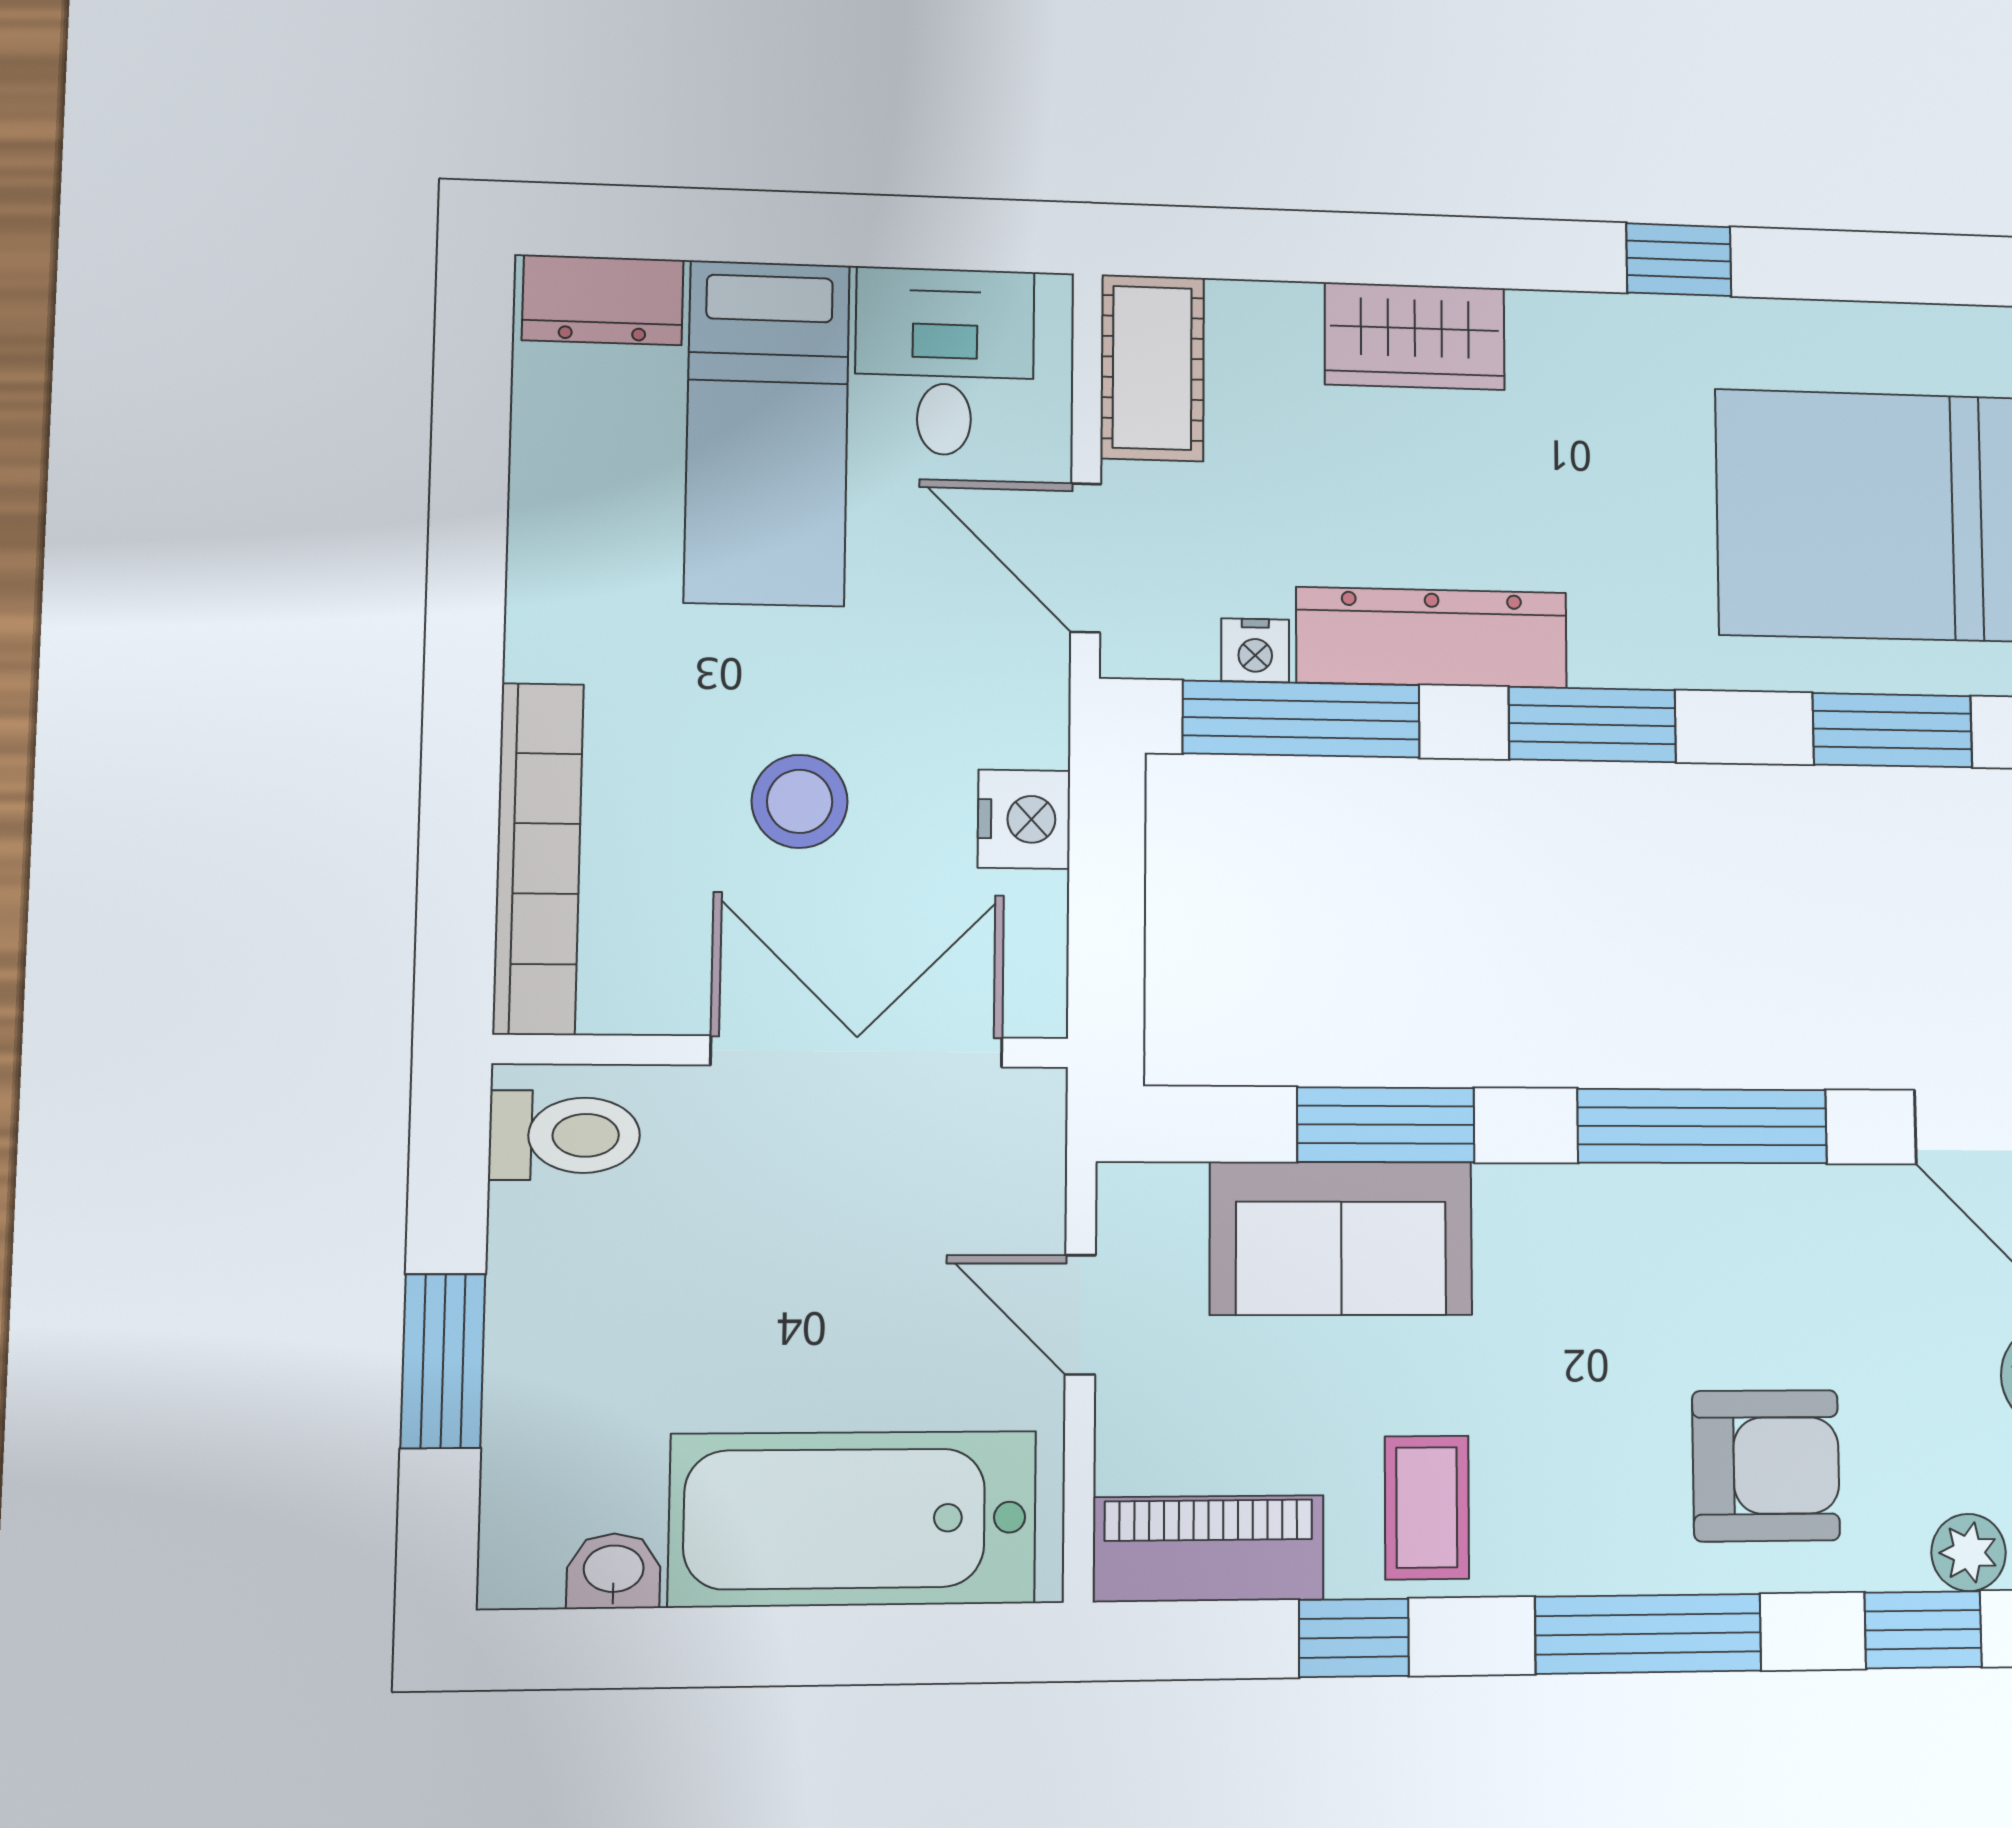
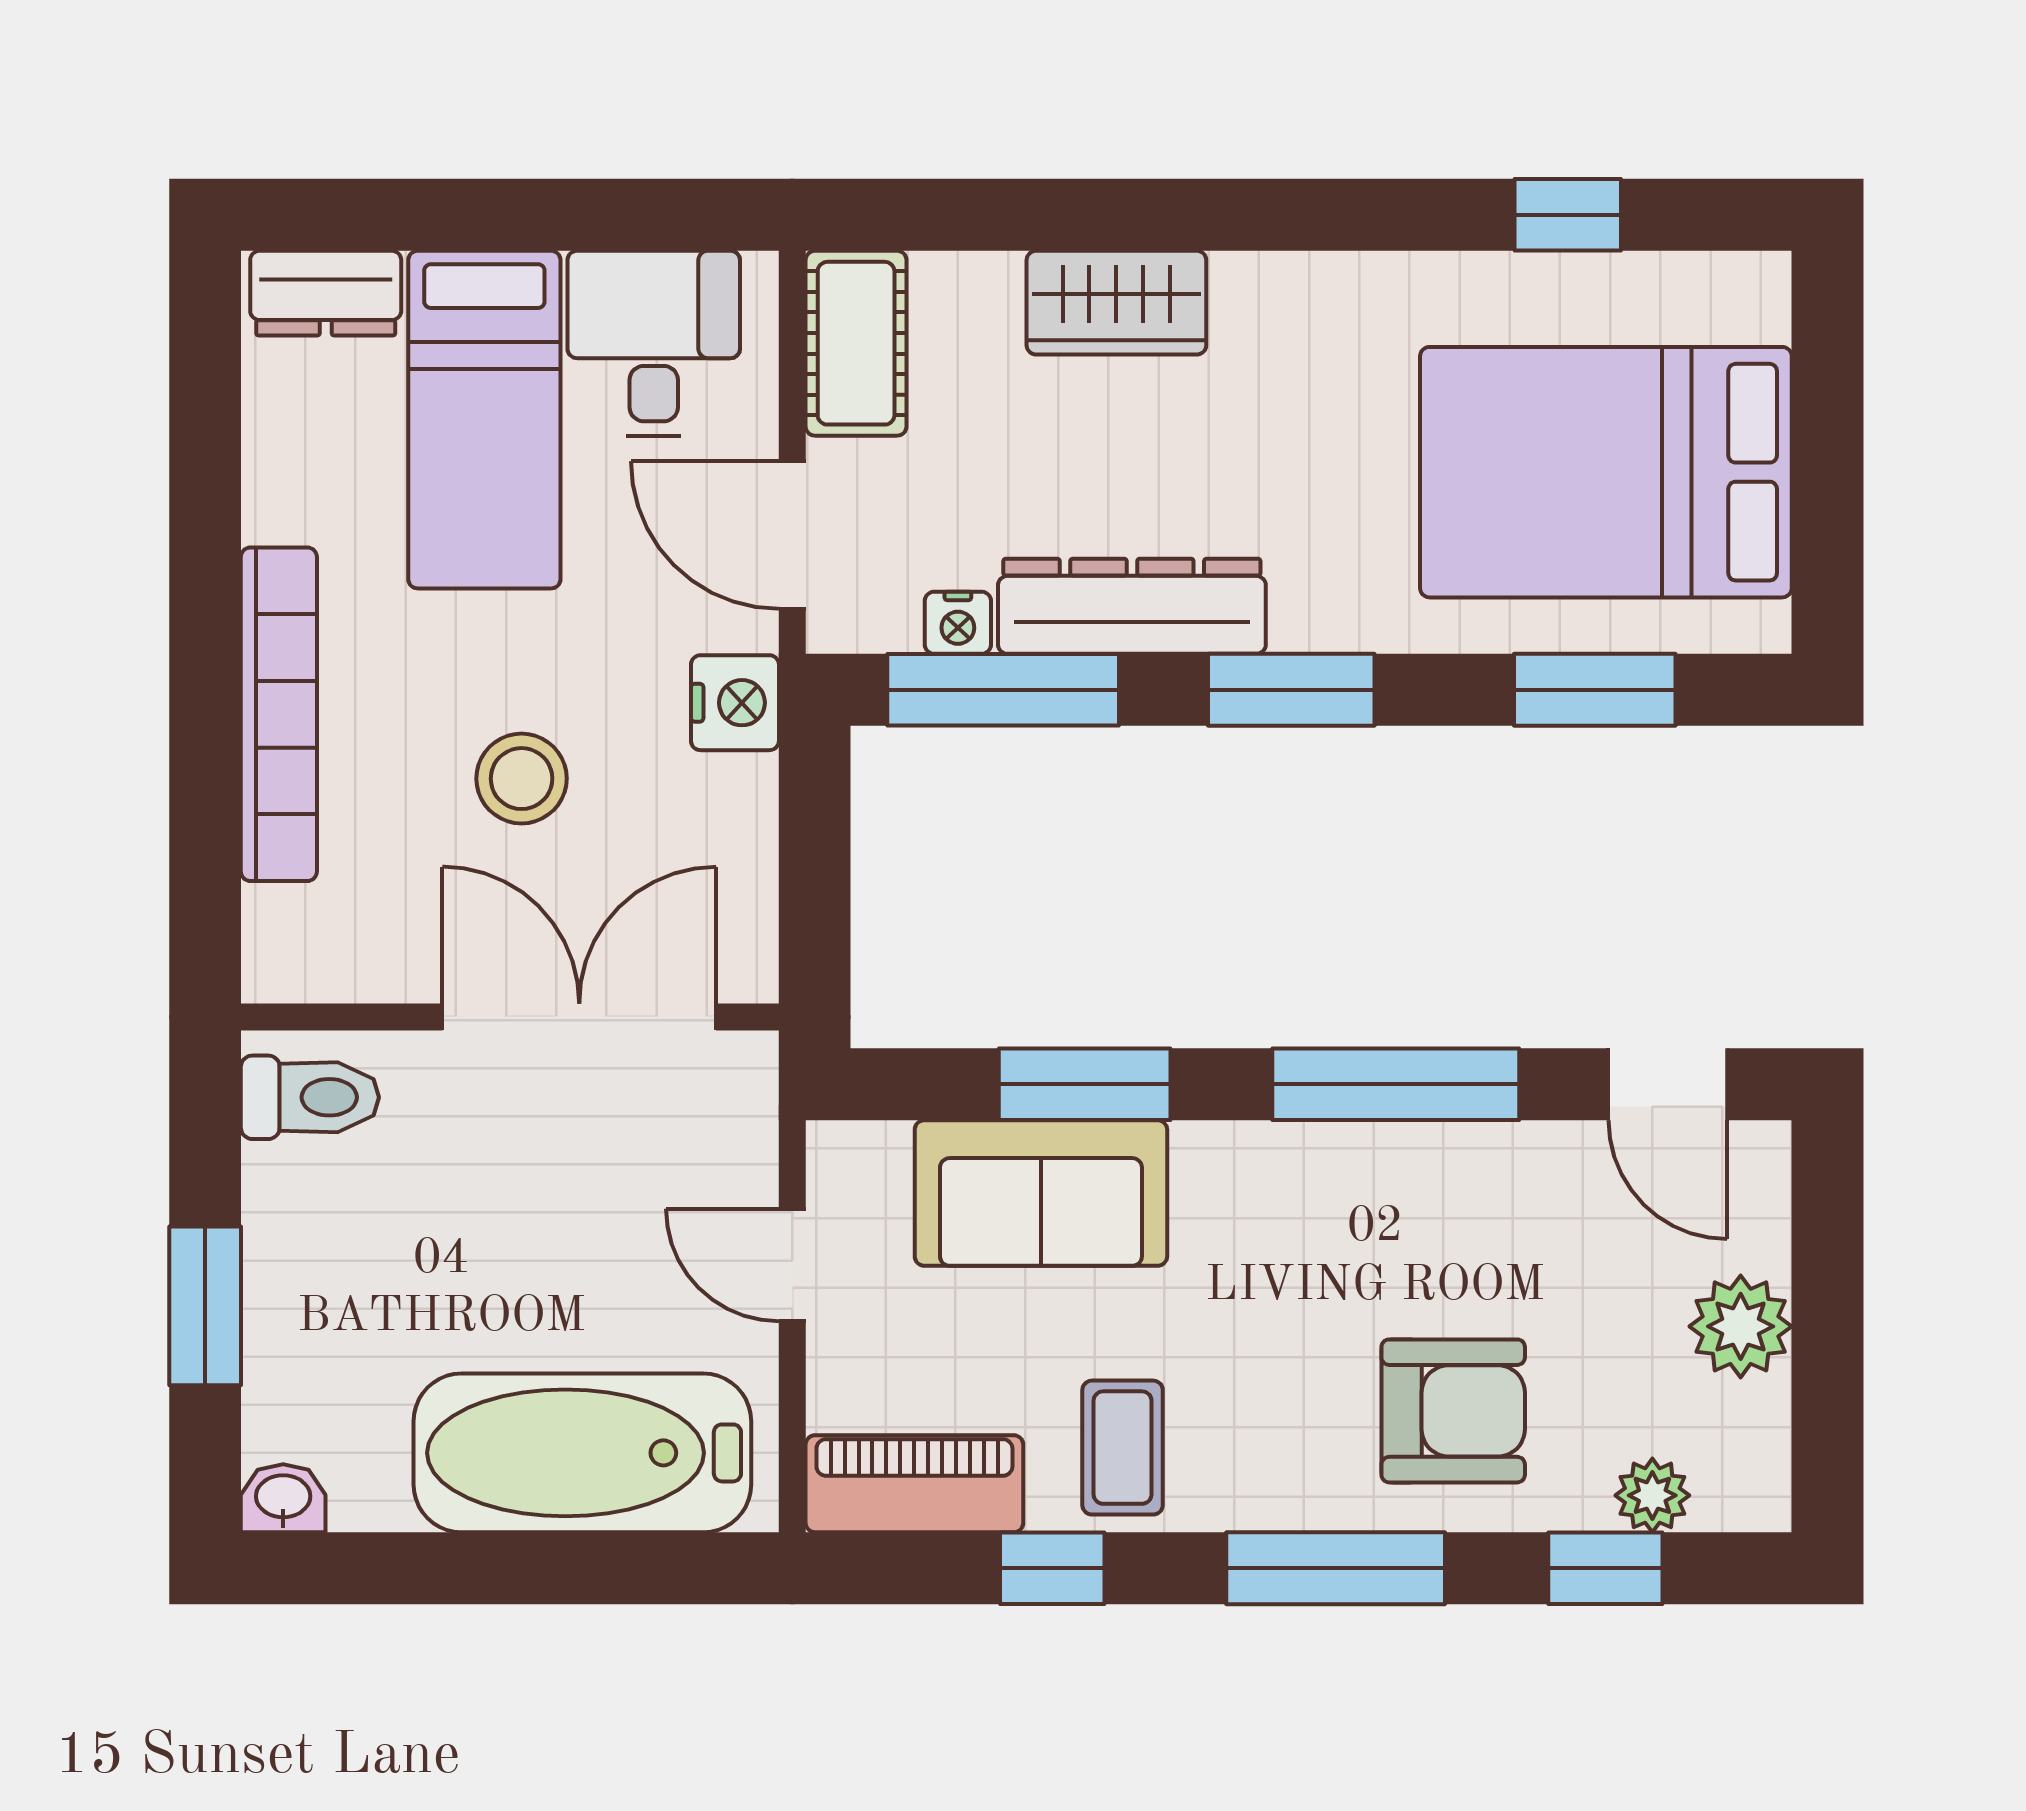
window: (1679, 260) -> (1568, 215), moved
nightstand: (1024, 819) -> (735, 703), moved
bookcase: (538, 858) -> (279, 714), moved
washbasin: (614, 1571) -> (283, 1498), moved

